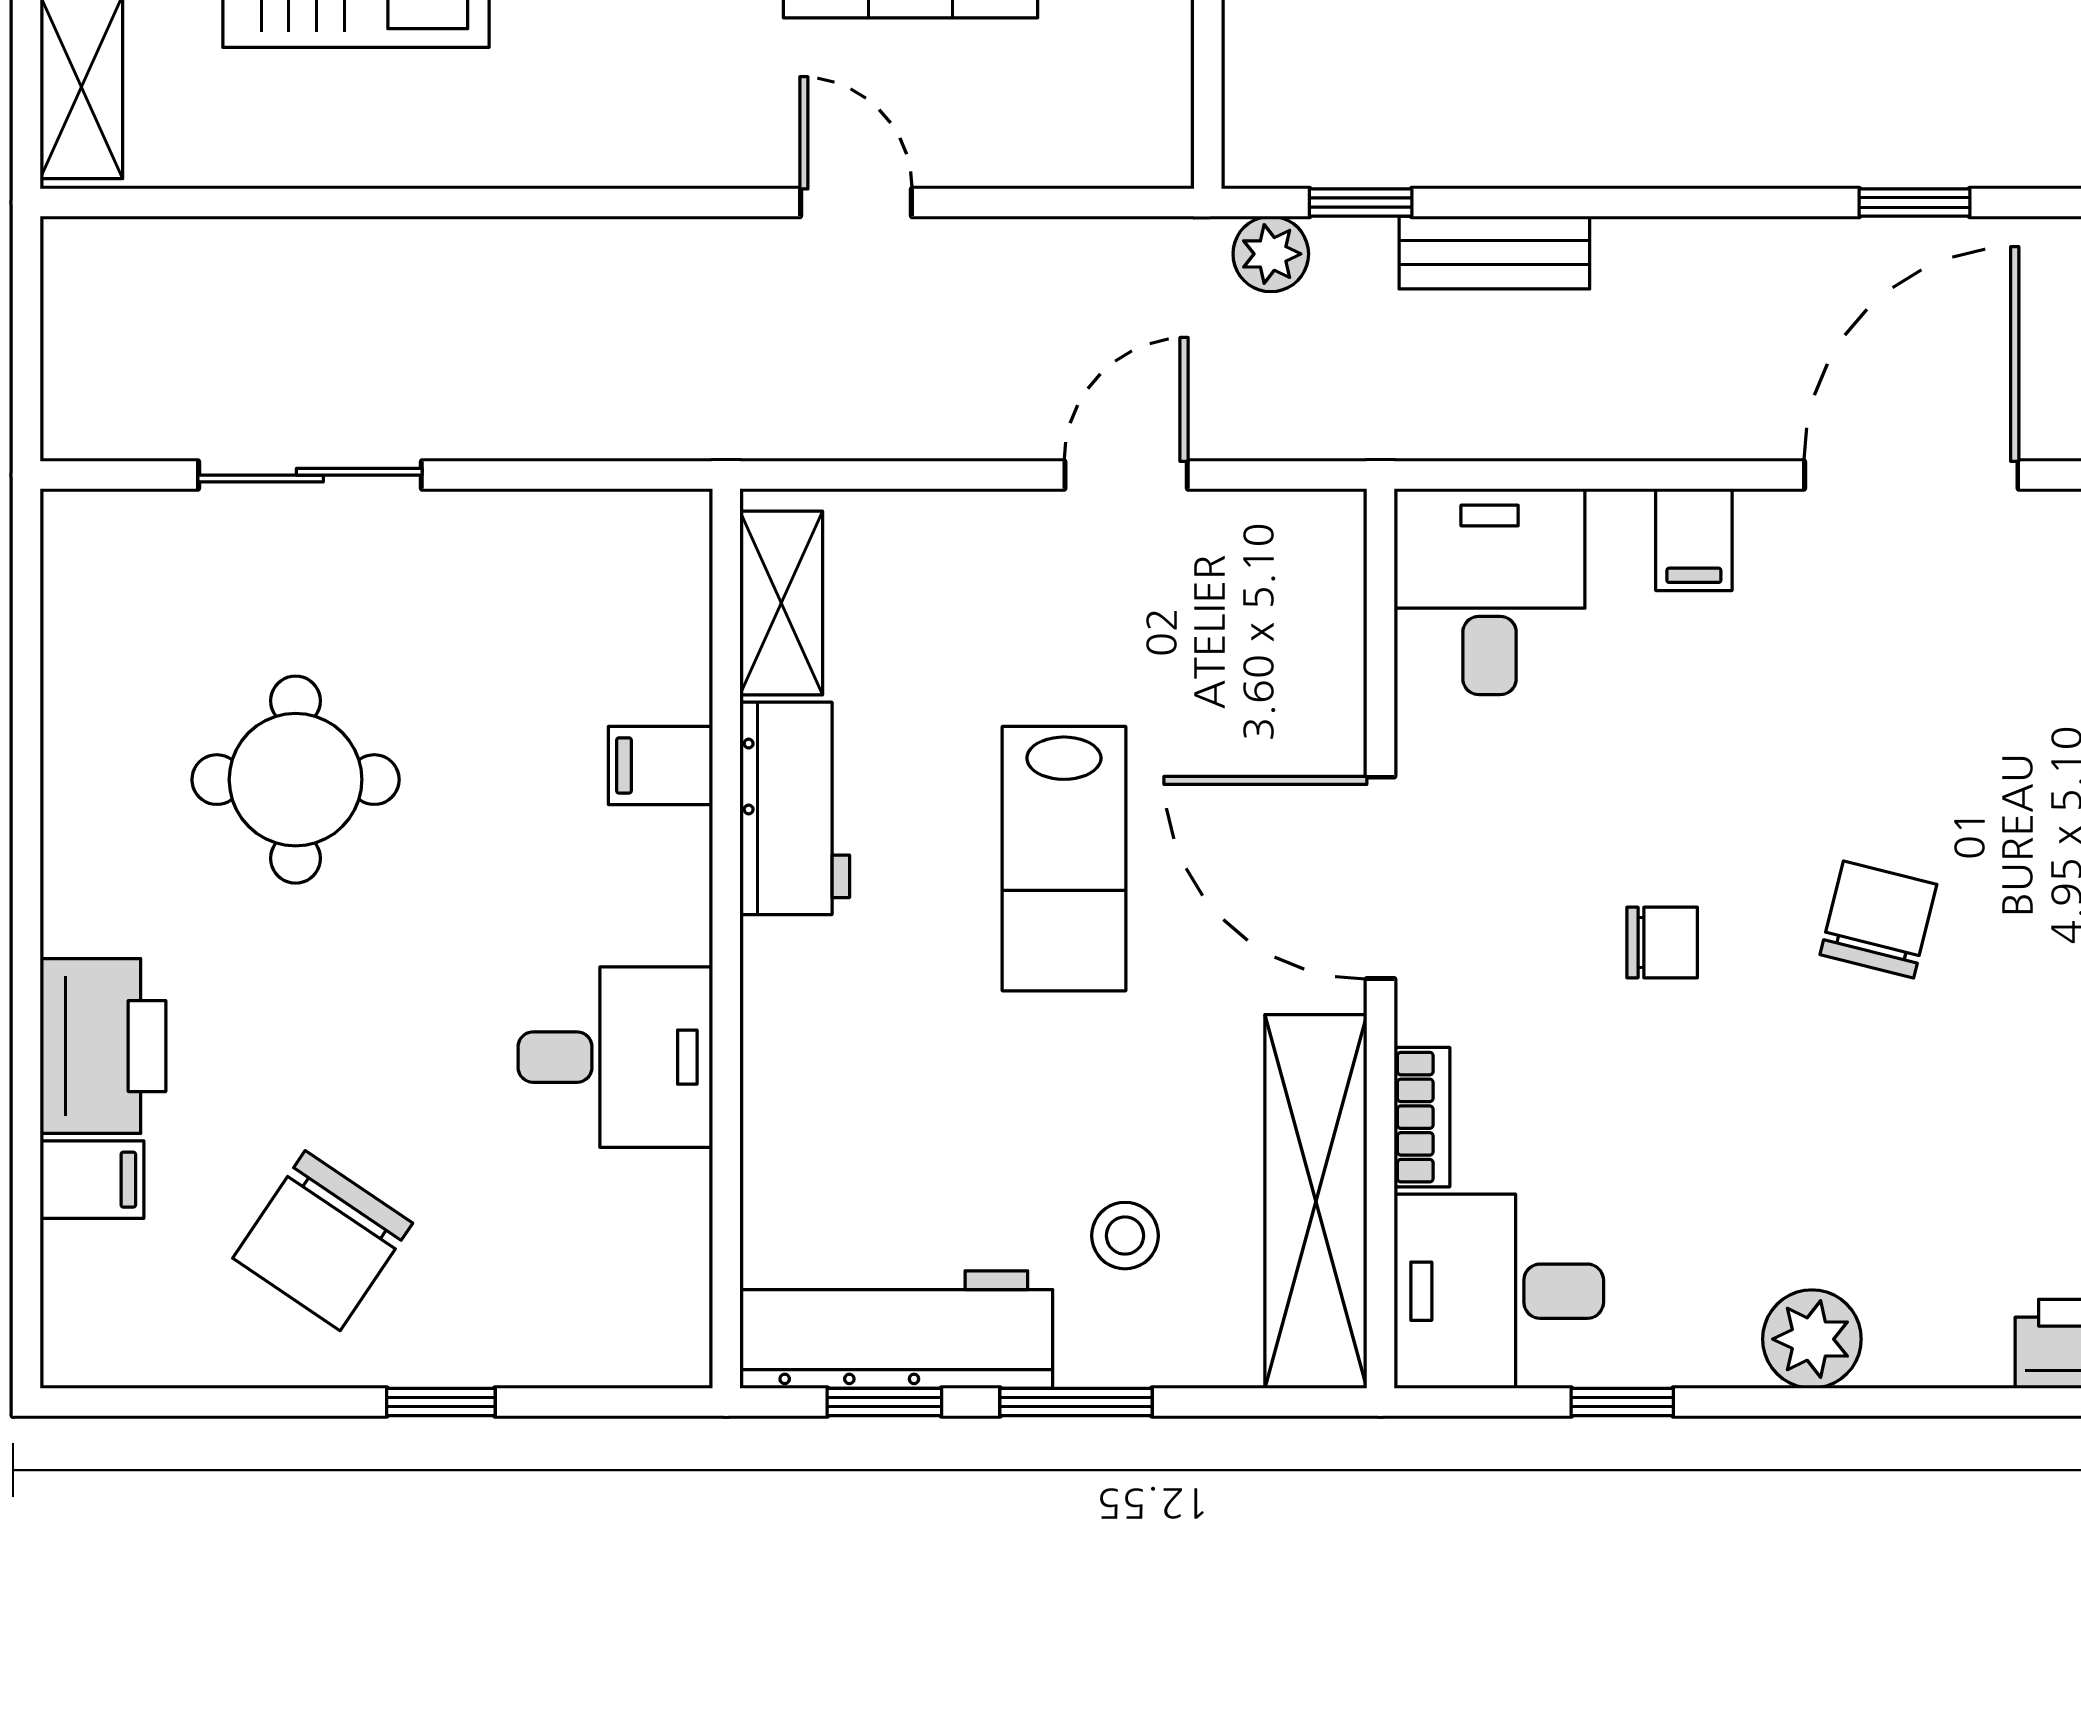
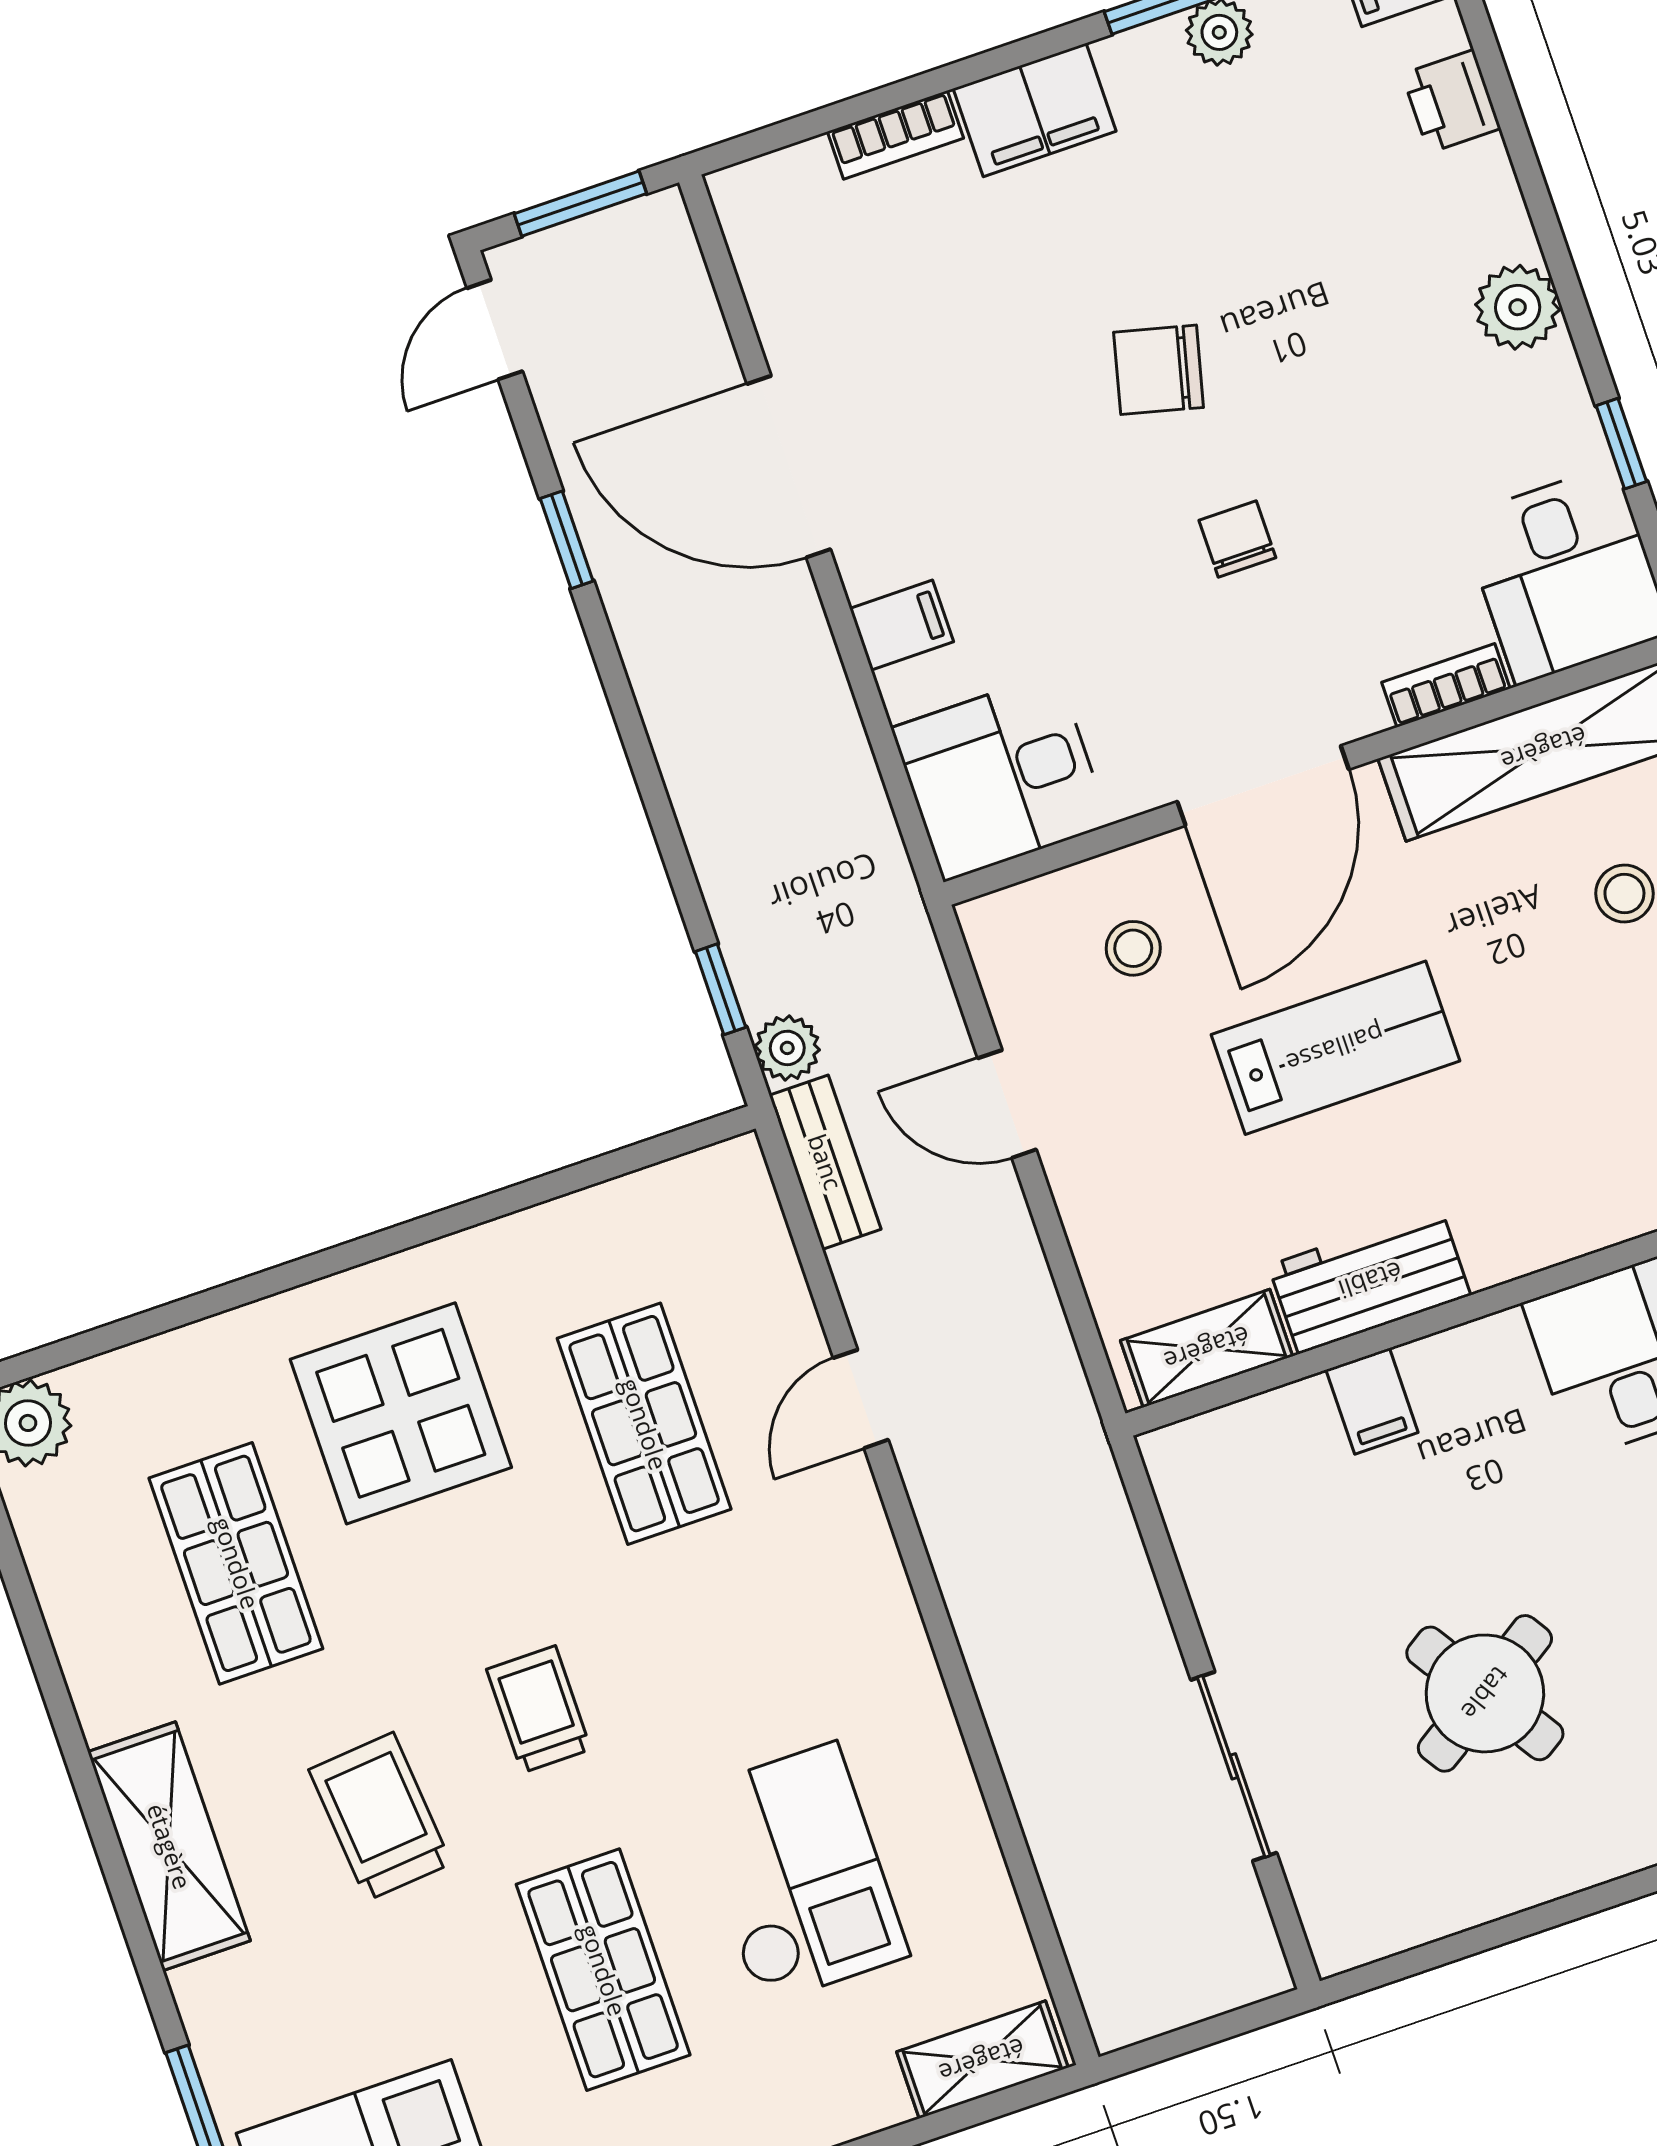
bench: (1494, 253) -> (825, 1162), moved
stool: (1250, 673) -> (1133, 948), added
round table: (296, 780) -> (1485, 1693), turned -33

